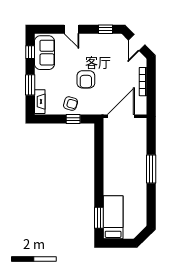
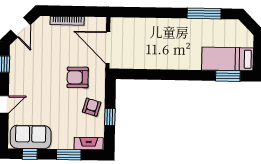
door: (137, 43) -> (21, 27), hinge flipped
armchair: (86, 79) -> (78, 77), moved, turned 180
window: (73, 119) -> (110, 117), moved
window: (151, 169) -> (204, 13), moved

